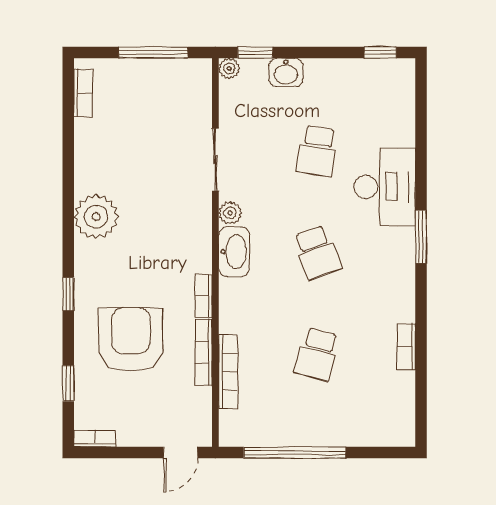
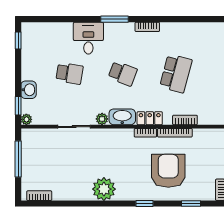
desk: (385, 187) -> (88, 38), width x0.73
school desk: (317, 253) -> (123, 73), turned 42
locker: (231, 304) -> (150, 118), added
armchair: (131, 340) -> (168, 171), turned 90
bookcase: (406, 347) -> (147, 27), moved
school desk: (317, 354) -> (176, 73), width x1.85
bookcase: (228, 372) -> (185, 120), width x0.64

